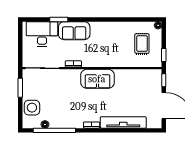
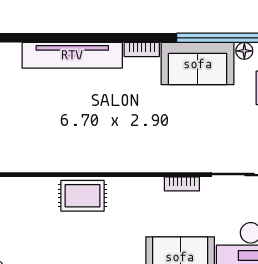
rug: (142, 44) -> (82, 196), moved, turned 90
sofa: (97, 79) -> (198, 64), moved, turned 180

